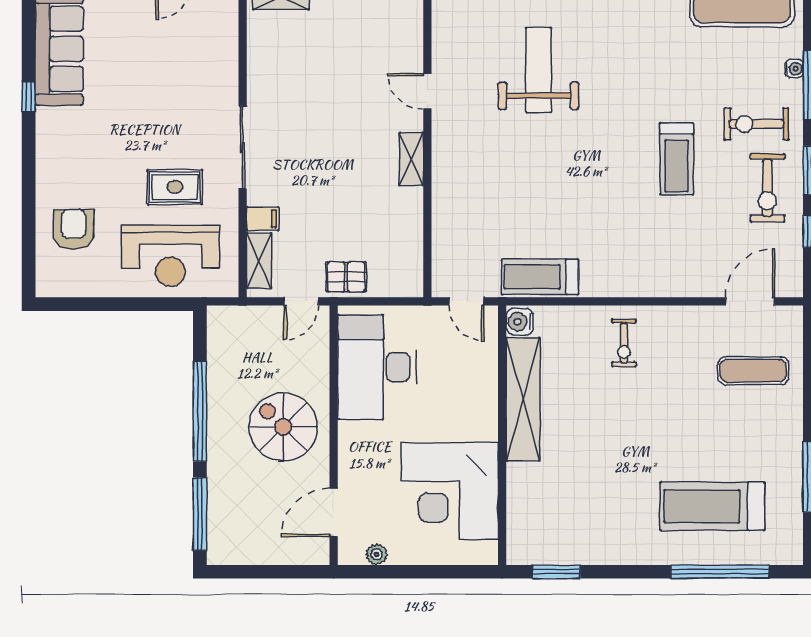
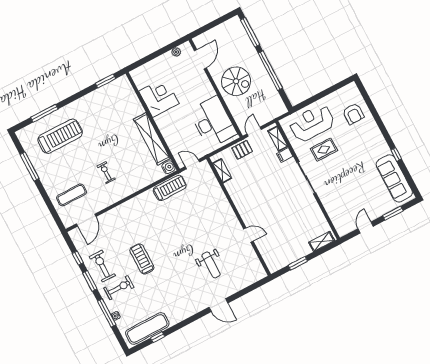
weight bench: (538, 70) -> (211, 265), width x0.73, depth x0.75
shelving: (411, 159) -> (222, 171), moved
exercise bike: (624, 343) -> (106, 173), moved
corner desk: (450, 491) -> (159, 97), width x0.74, depth x0.74
window: (720, 572) -> (44, 113), width x0.68

